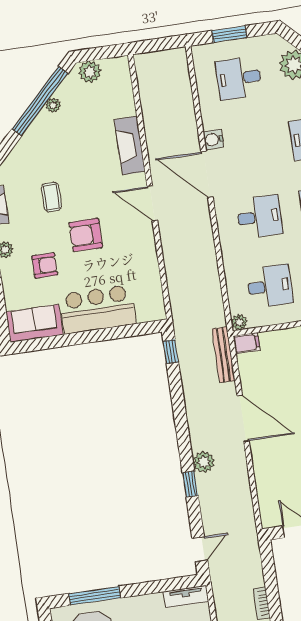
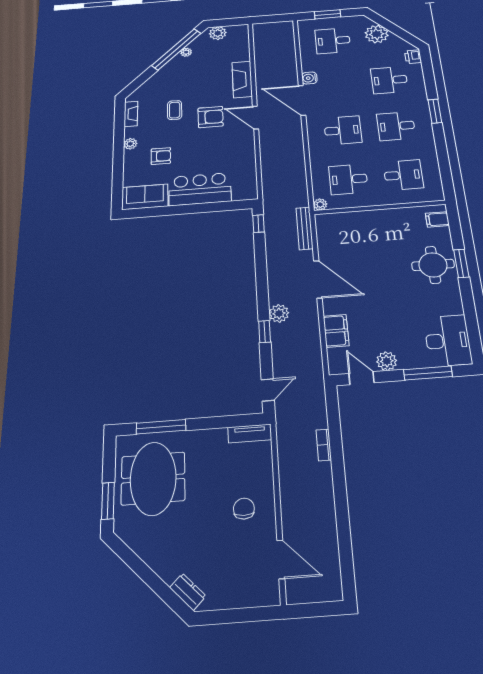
armchair: (86, 235) -> (211, 117), moved, turned 180
desk: (270, 286) -> (348, 179), turned 180
filing cabinet: (247, 343) -> (336, 331), moved, width x2.00

